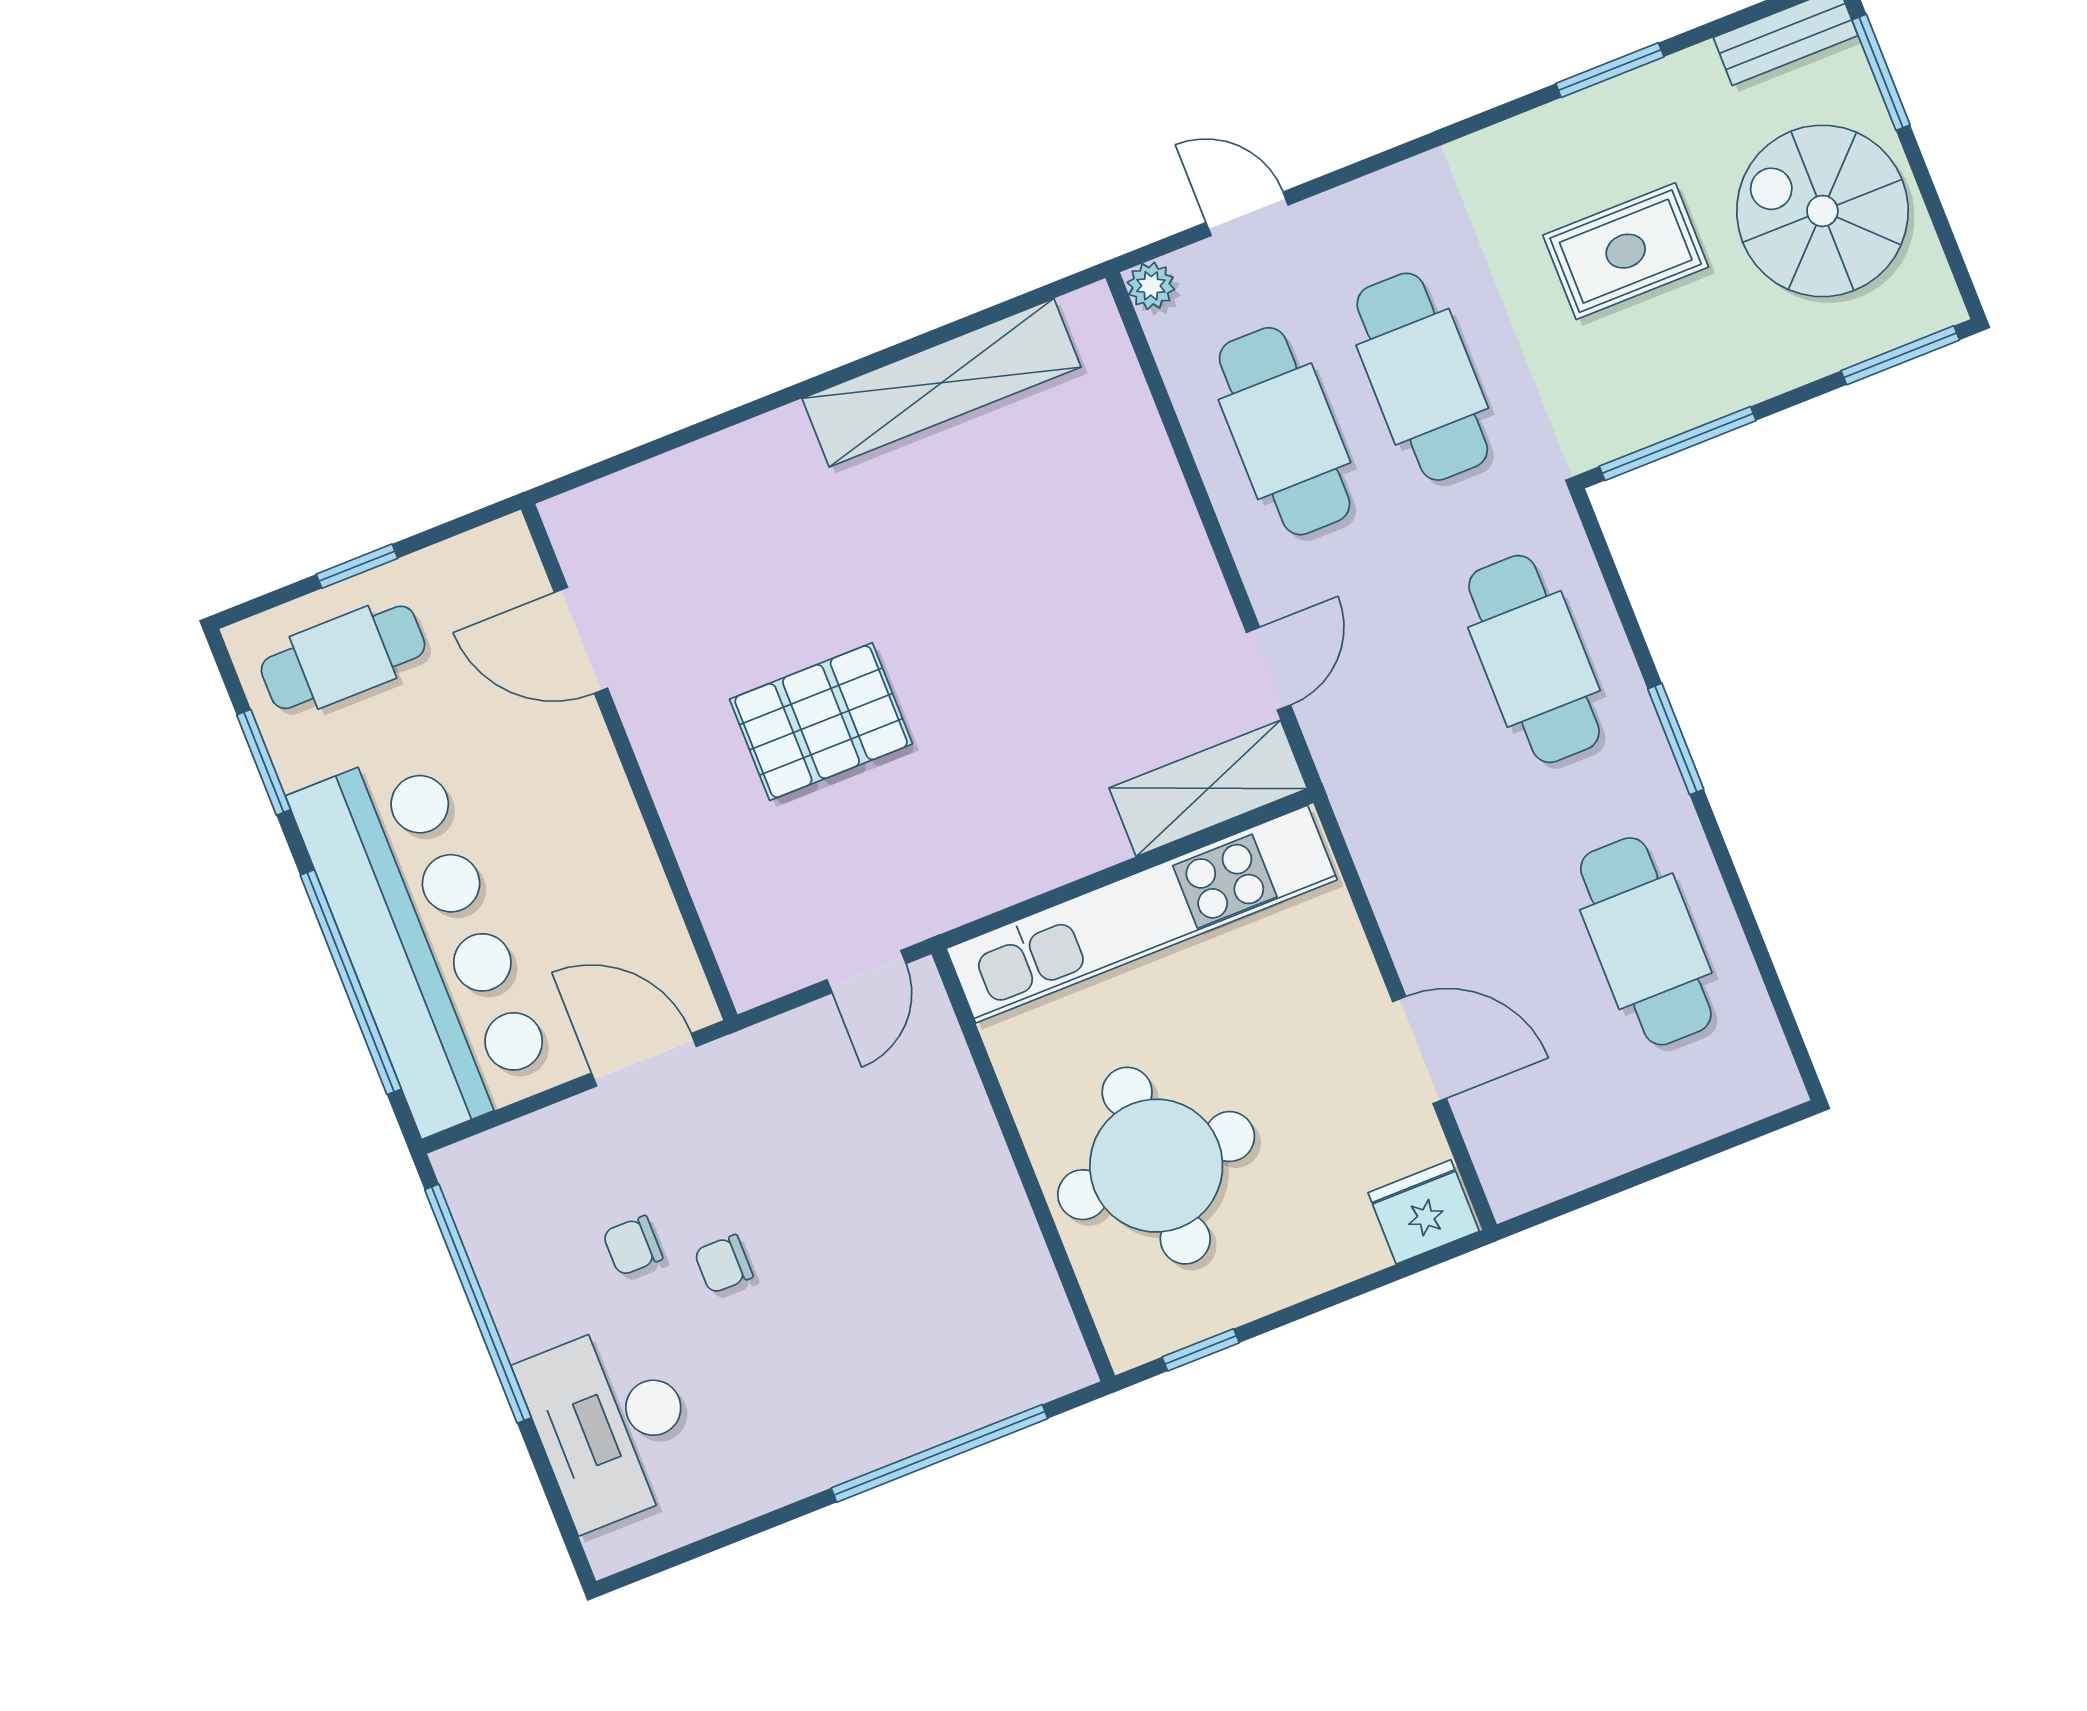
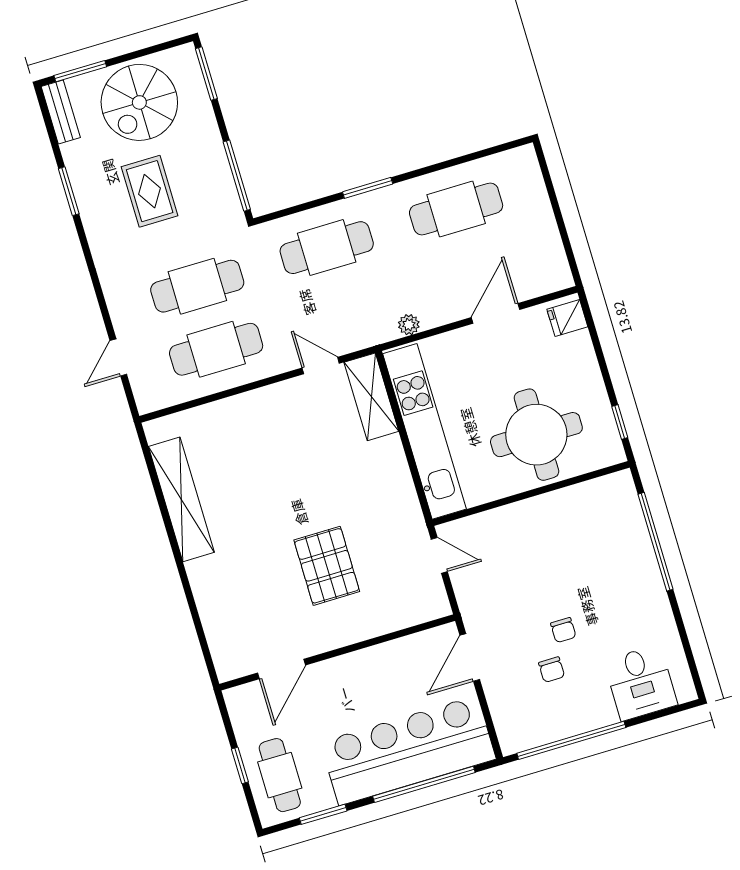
plant: (1151, 286) -> (409, 325), moved
fridge: (1424, 1212) -> (567, 318), width x0.72
desk: (612, 1424) -> (641, 683), width x0.73

